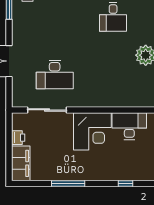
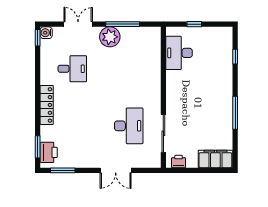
corner desk: (92, 131) -> (184, 89), removed
printer: (18, 138) -> (179, 161), moved

